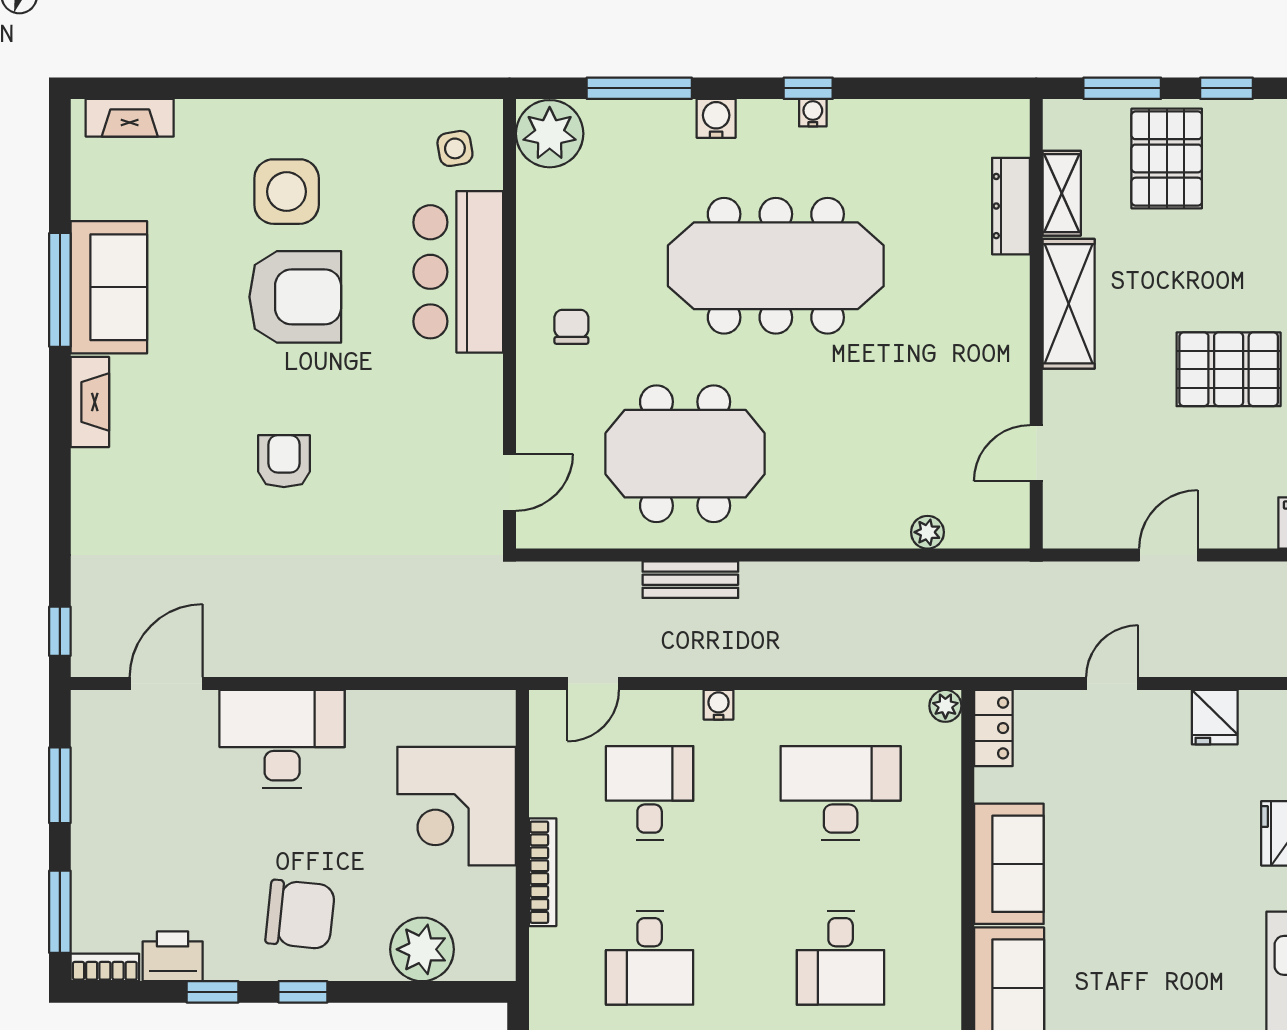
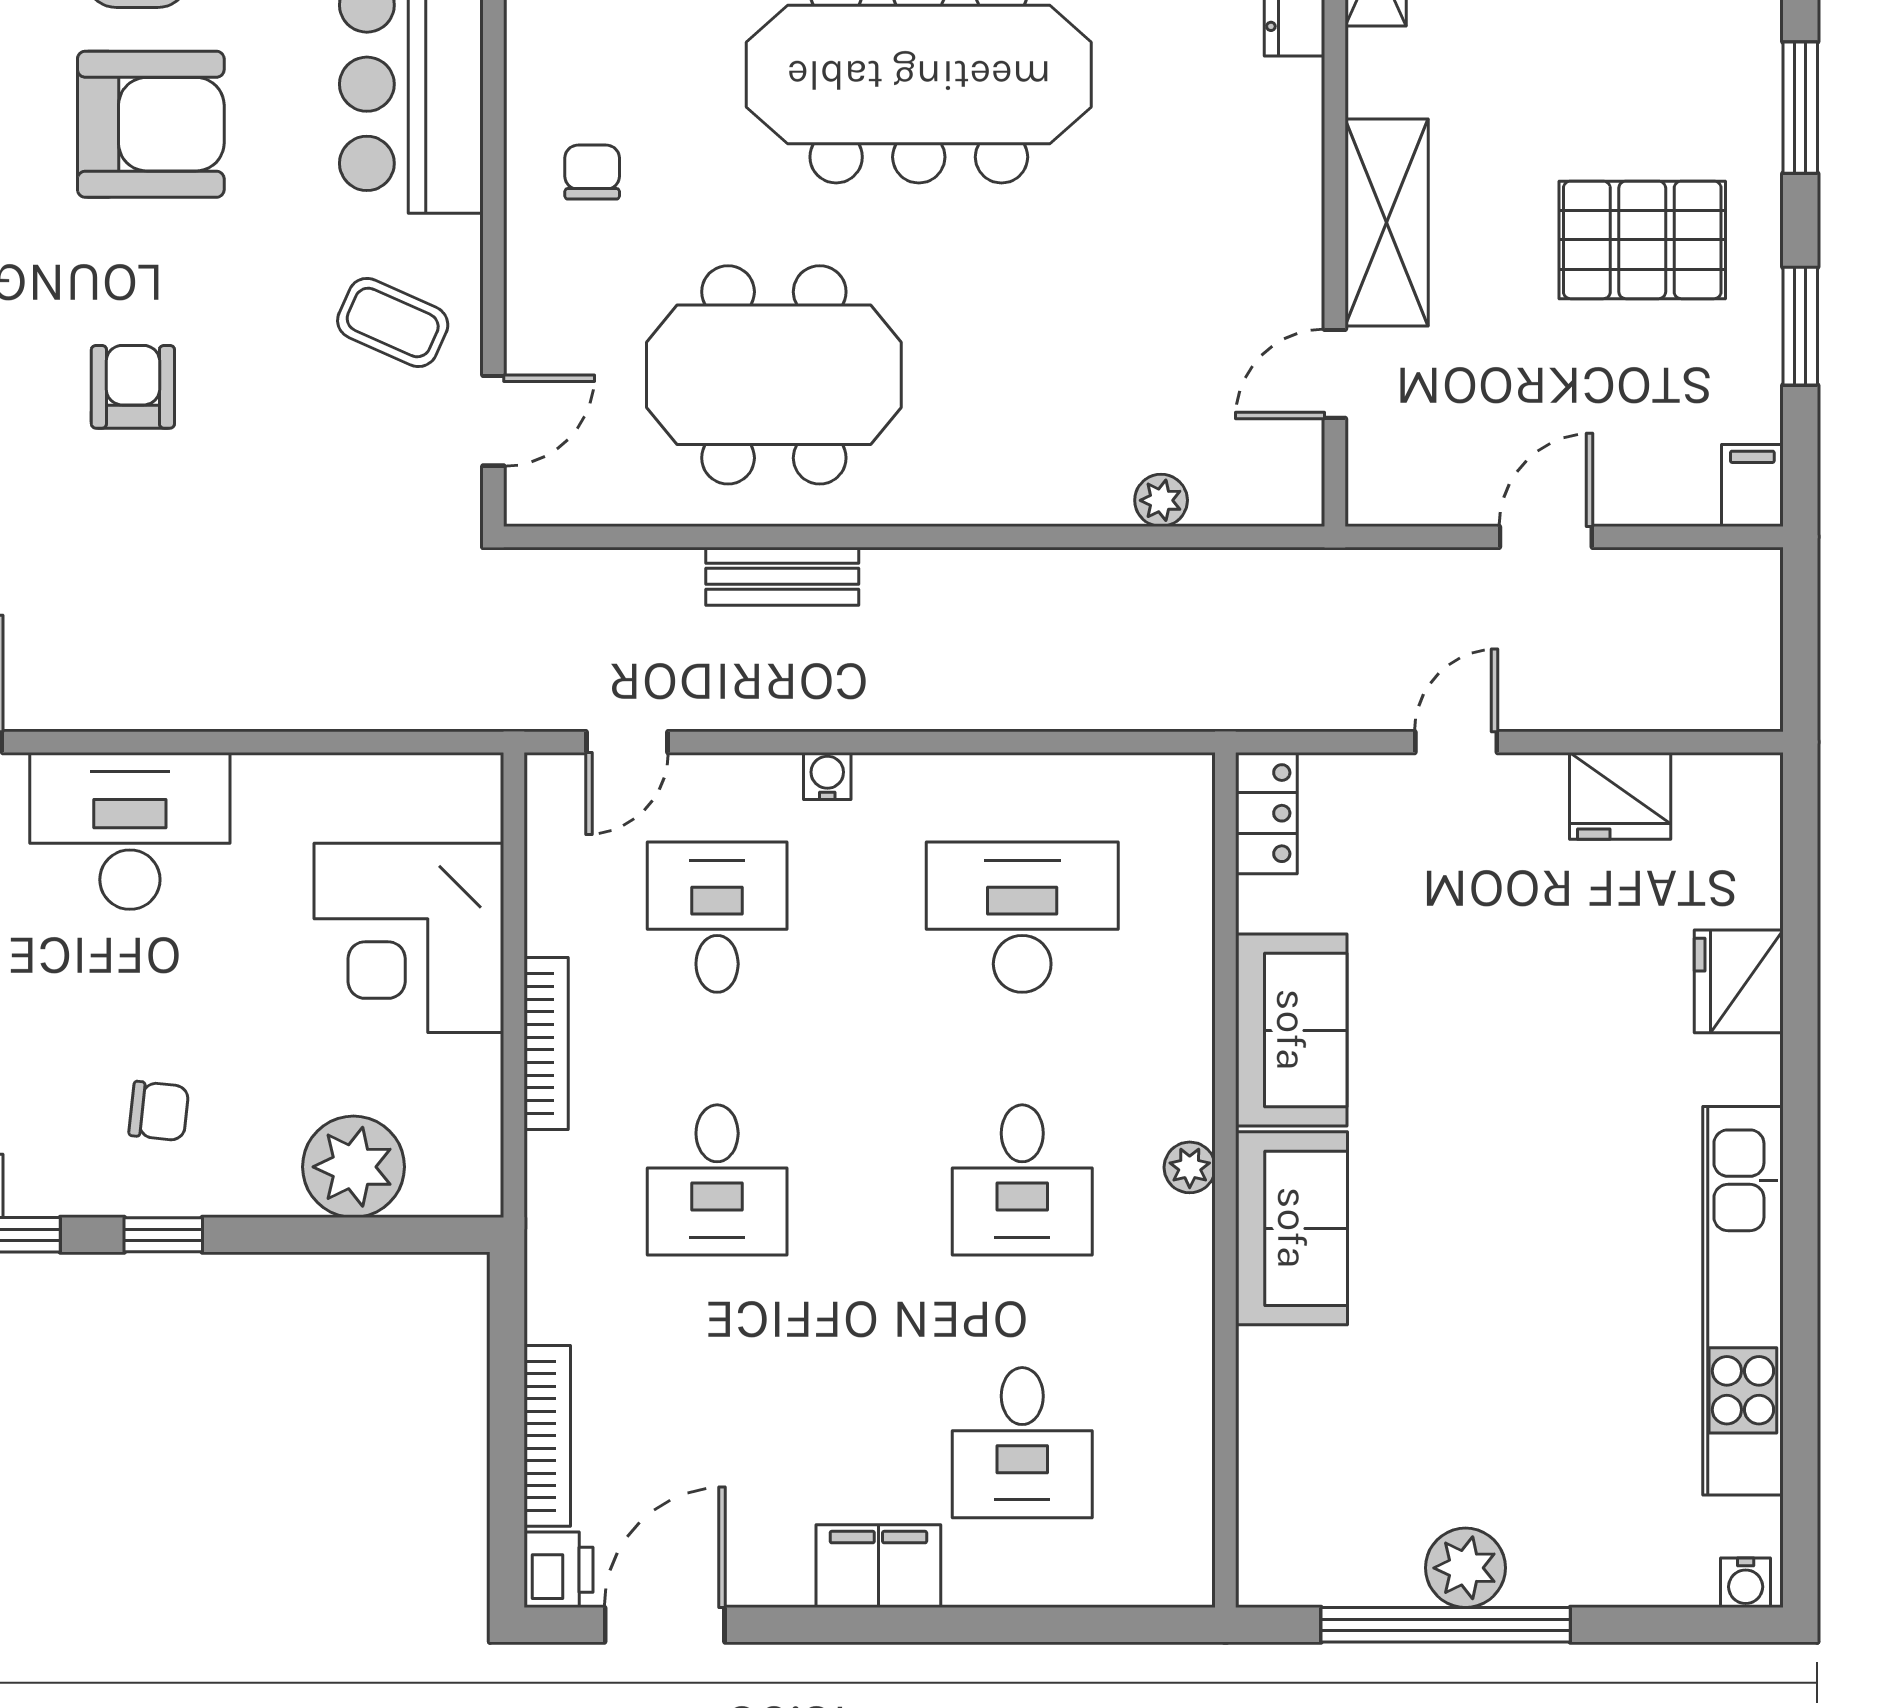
shelving: (1069, 304) -> (1387, 223), moved
coffee table: (447, 421) -> (393, 322), added
plant: (945, 706) -> (1190, 1167), moved
fridge: (1215, 717) -> (1620, 796), width x1.38
chair: (300, 914) -> (159, 1111), width x0.54, depth x0.54

